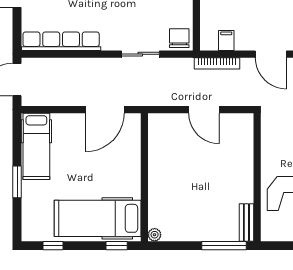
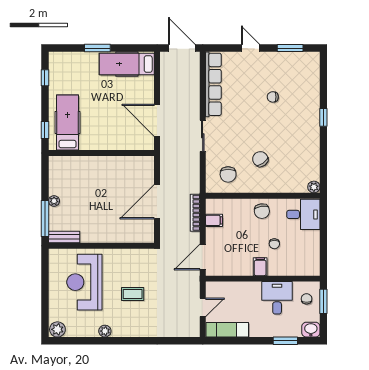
chair: (179, 38) -> (228, 174), moved, turned 90
sliding door: (140, 54) -> (203, 136), moved
door: (204, 110) -> (157, 202), width x1.36
hospital bed: (98, 218) -> (67, 122), width x0.73, depth x0.78
plant: (155, 235) -> (54, 201), moved

